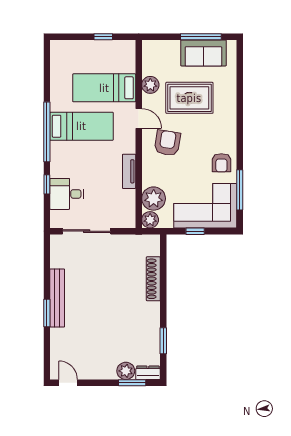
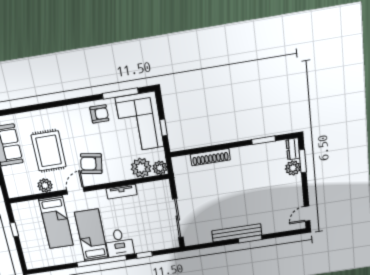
desk: (67, 194) -> (119, 243), moved

